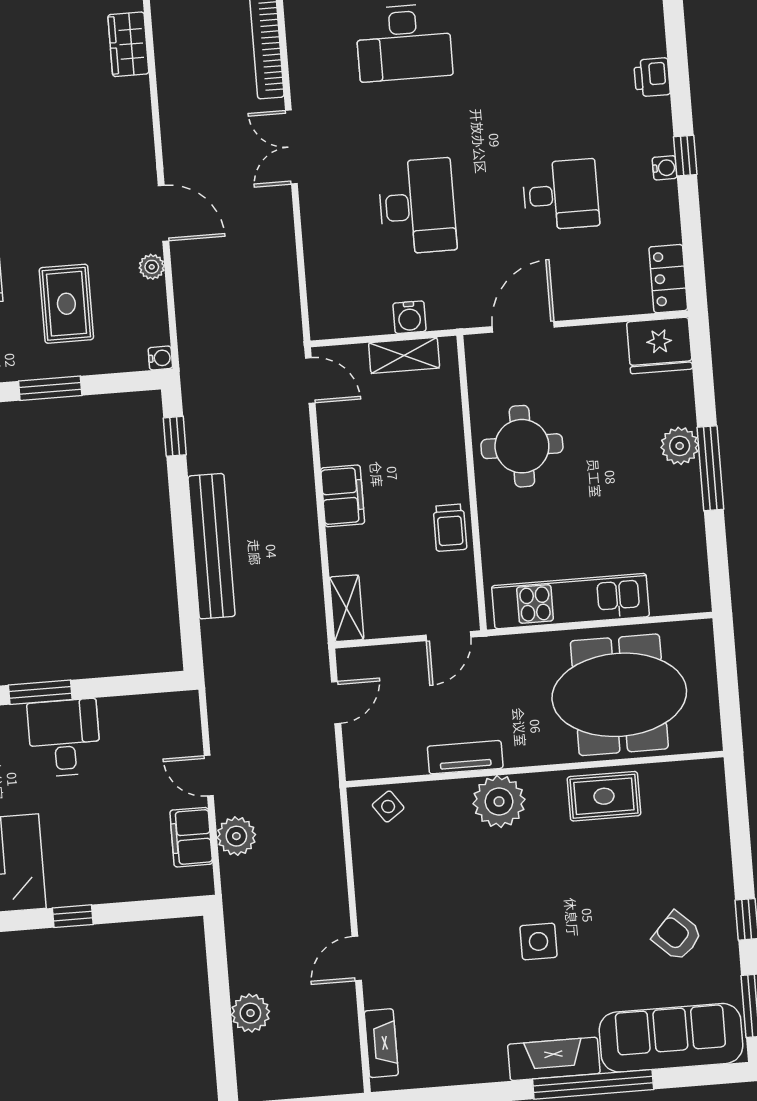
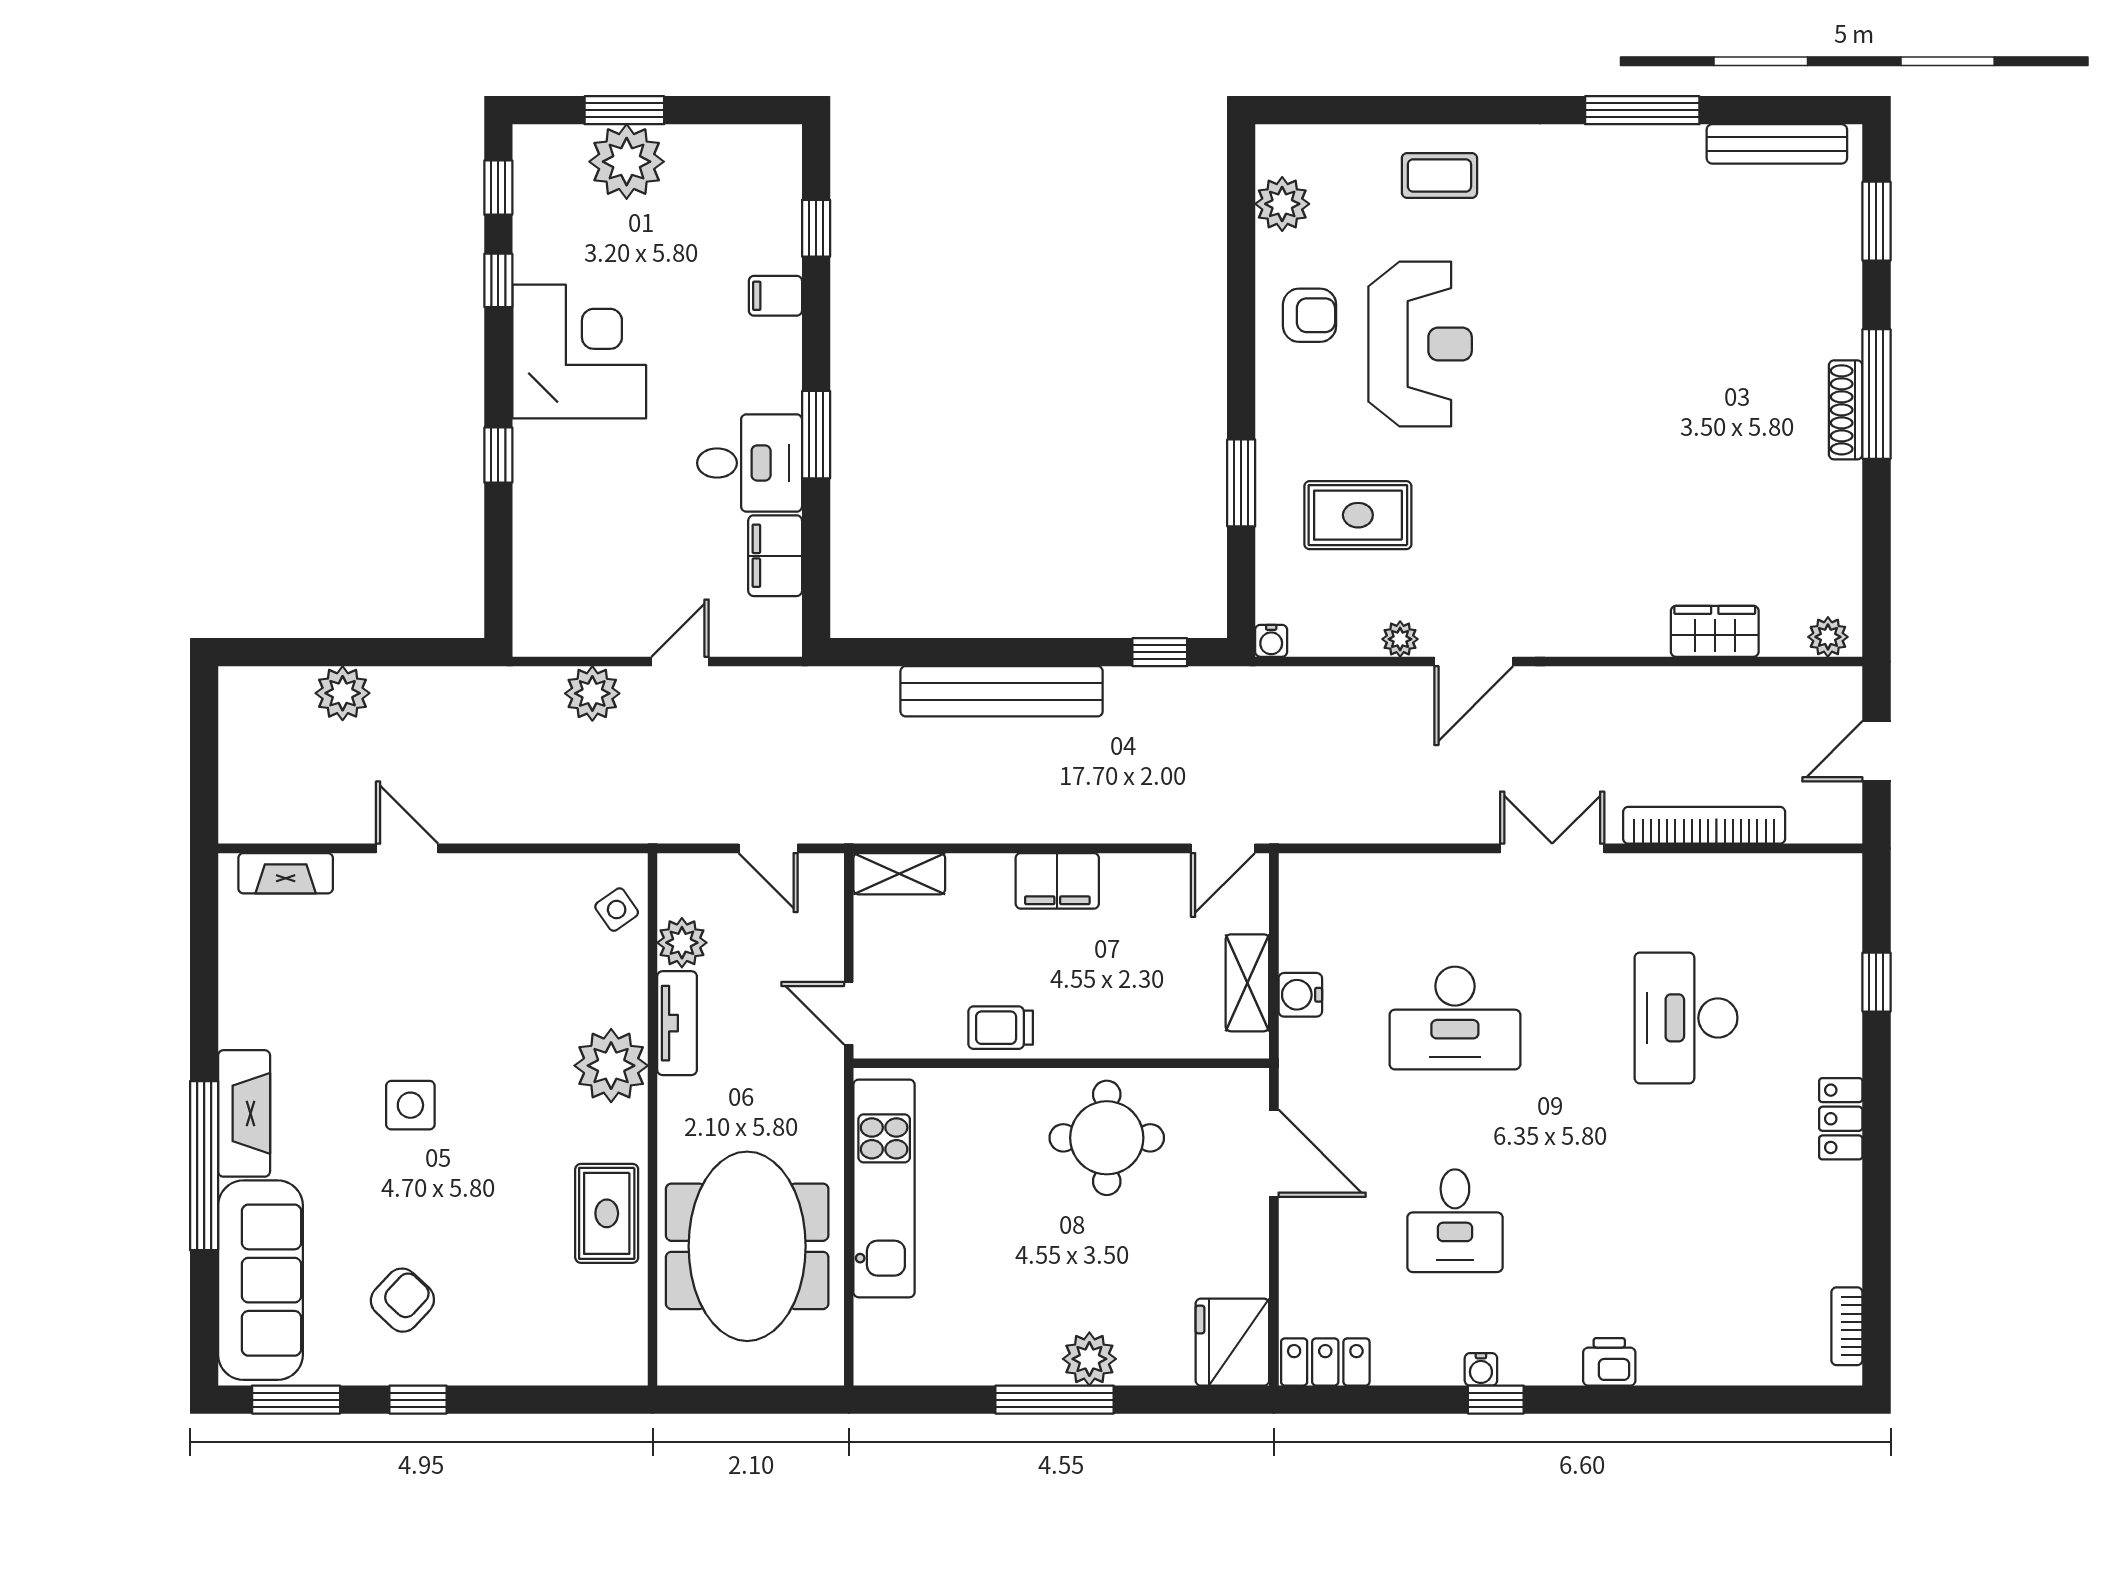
plant: (408, 758) -> (682, 943), added
filing cabinet: (191, 837) -> (775, 556), moved, turned -90

